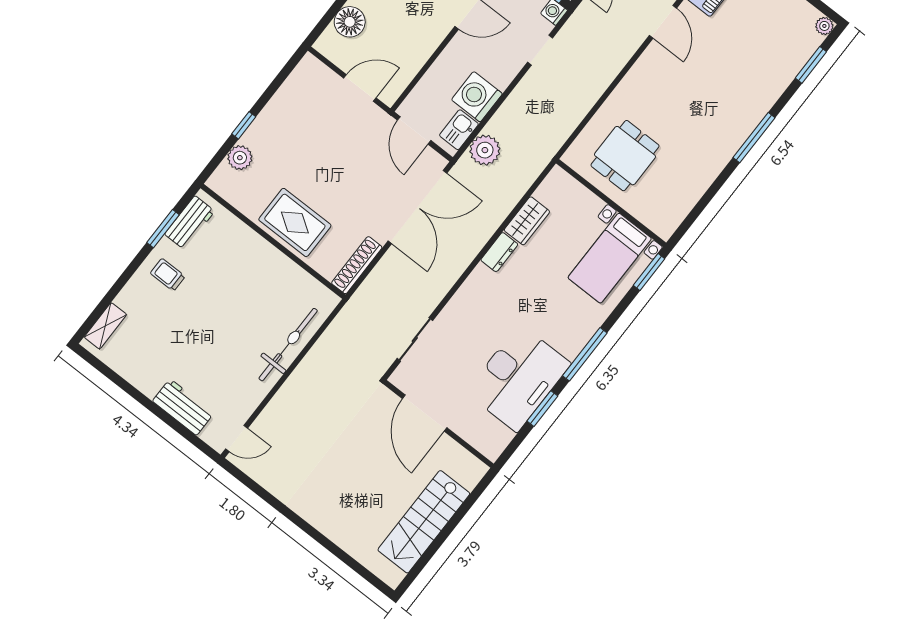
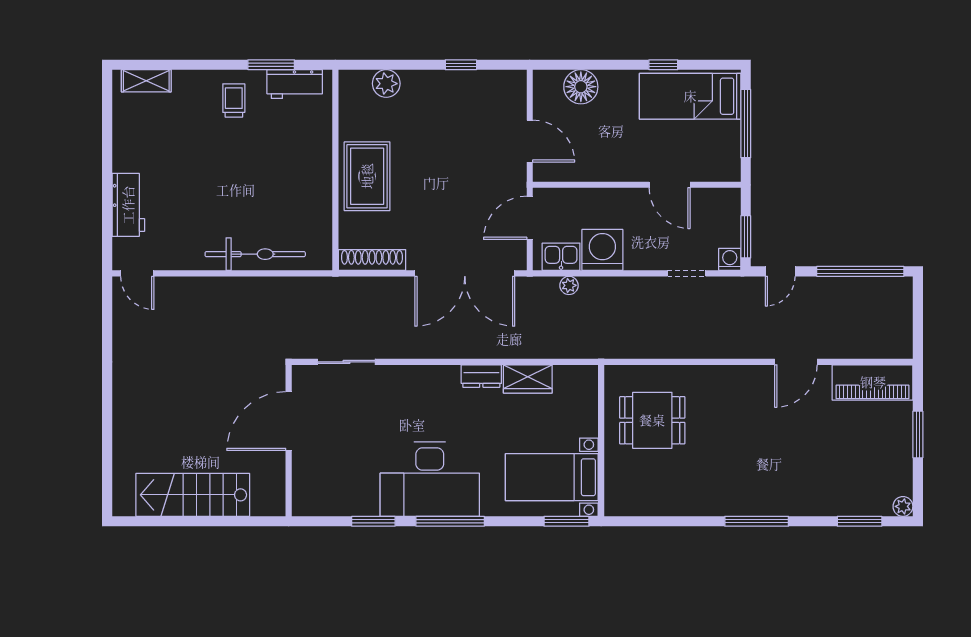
window: (244, 125) -> (461, 65), moved
plant: (485, 150) -> (569, 285), width x0.53, depth x0.53
desk: (518, 378) -> (430, 479), moved

